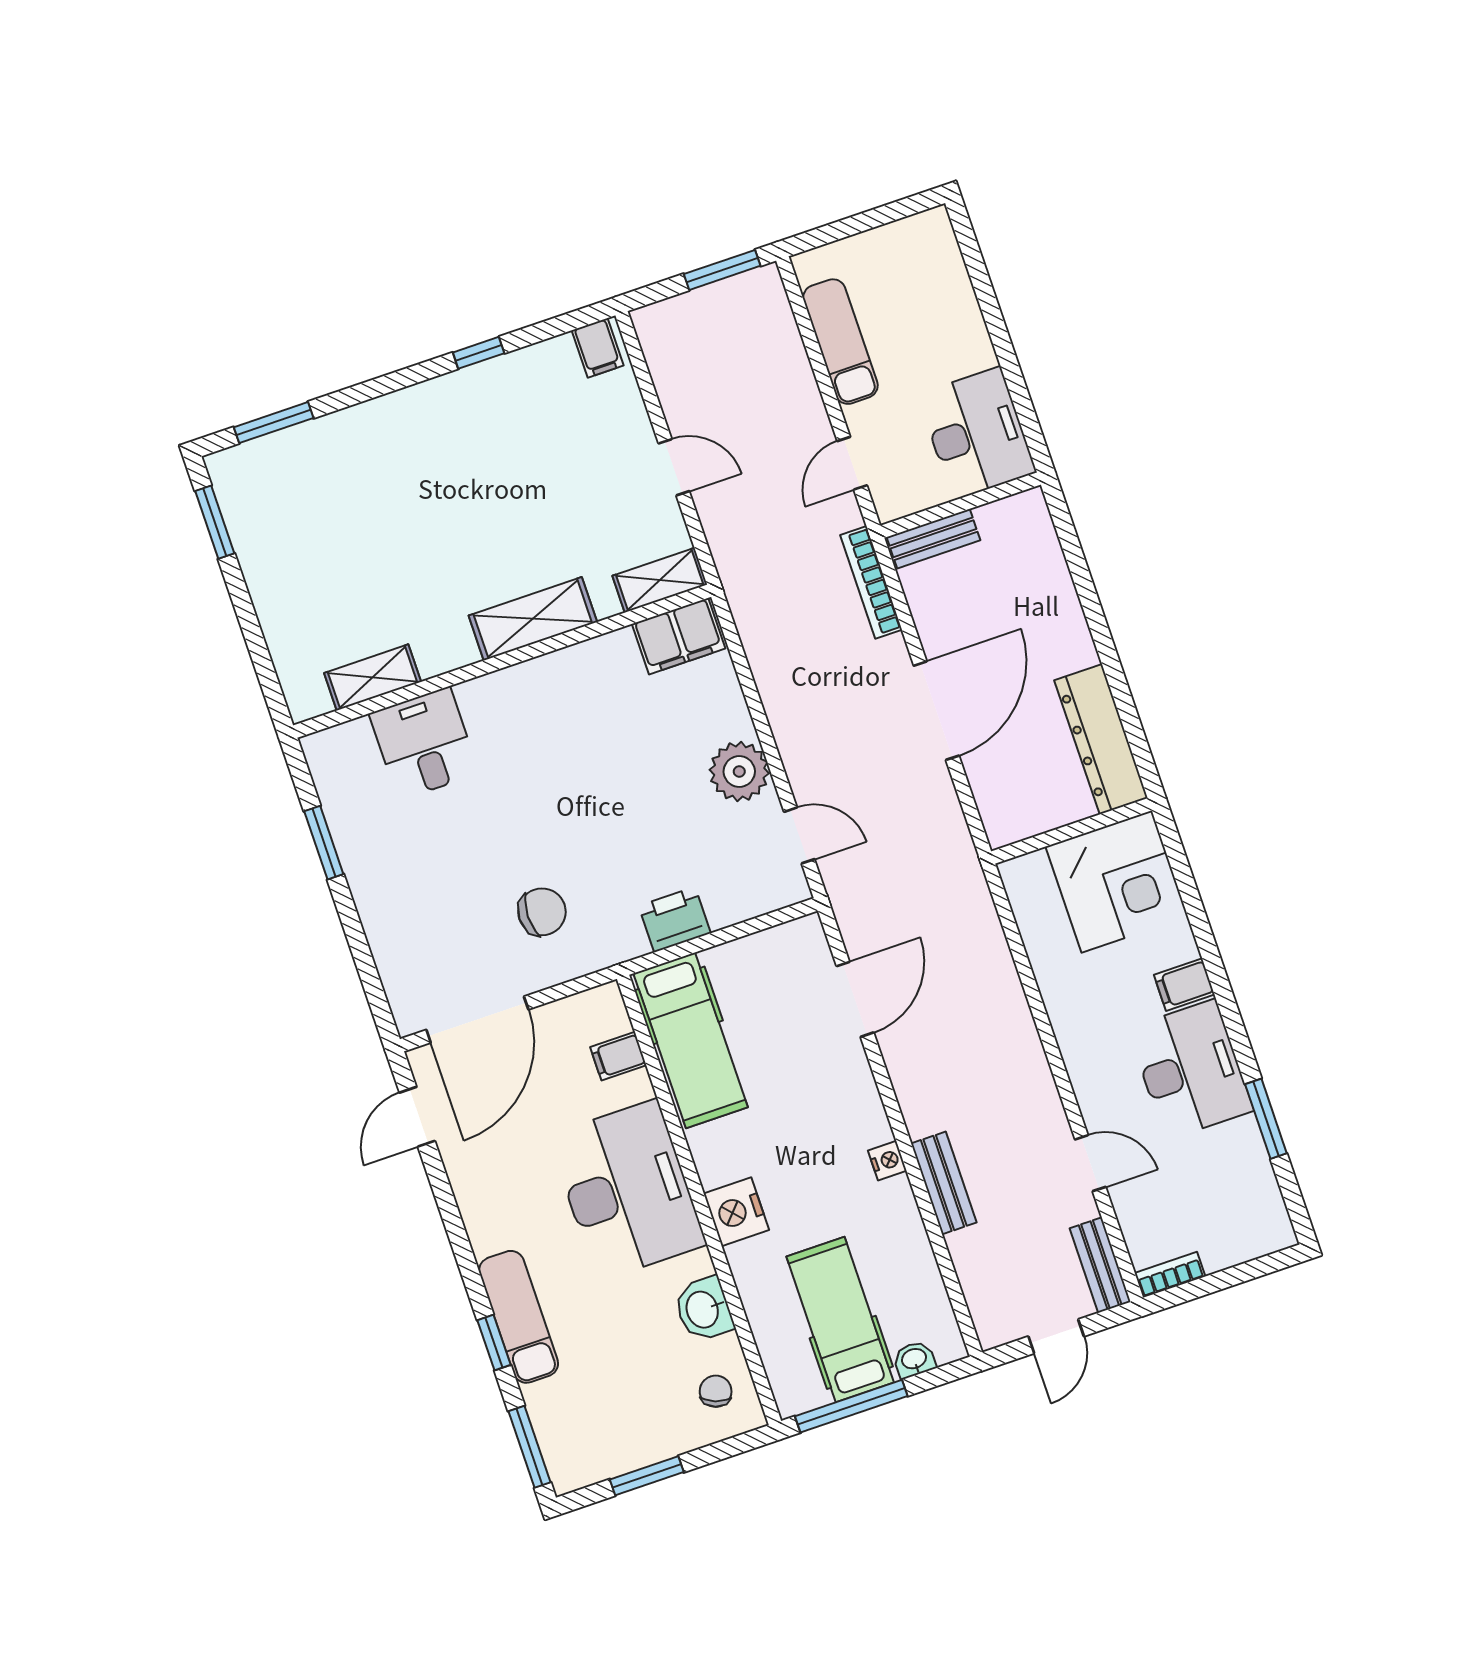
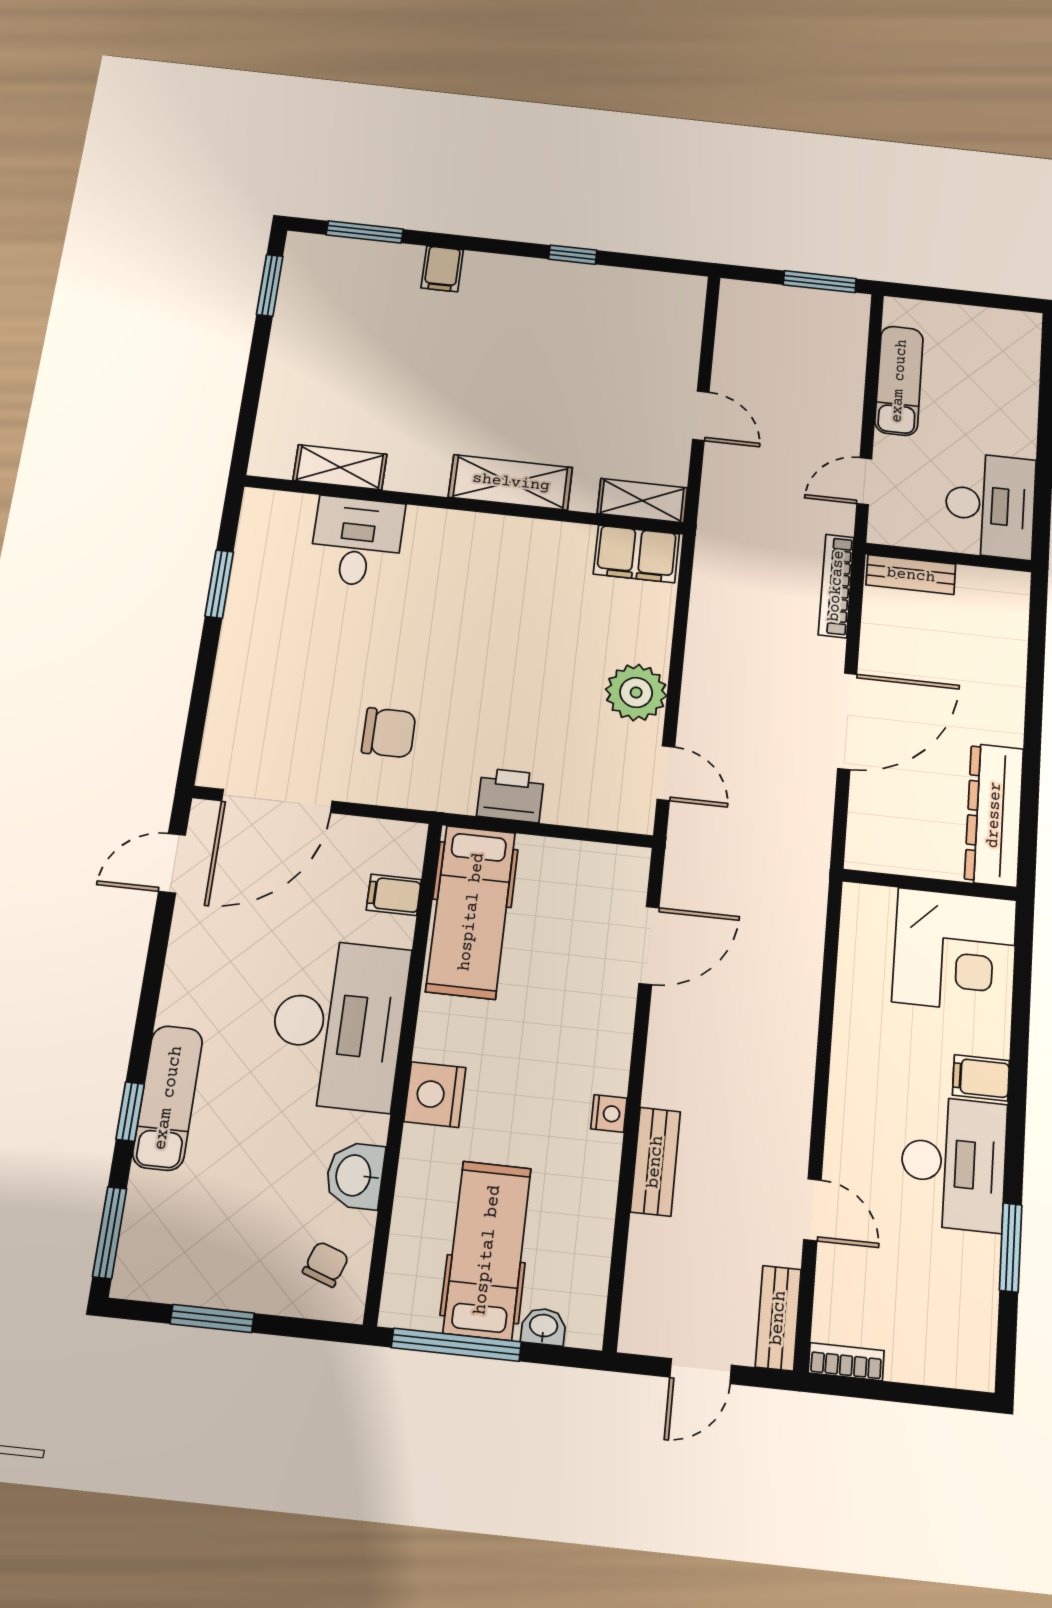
filing cabinet: (598, 348) -> (442, 269), moved

